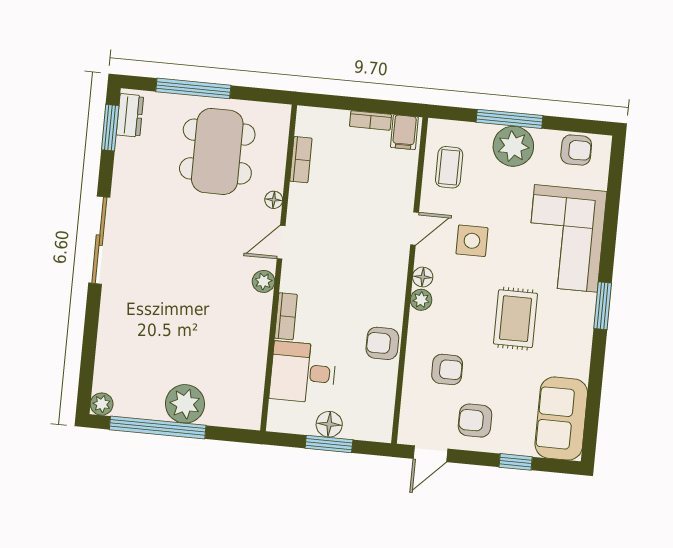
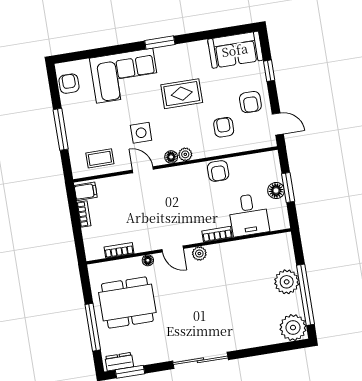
plant: (513, 146) -> (77, 123), removed
plant: (102, 404) -> (293, 328), width x1.88, depth x1.88

